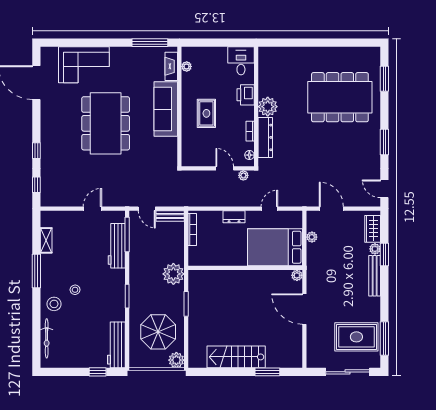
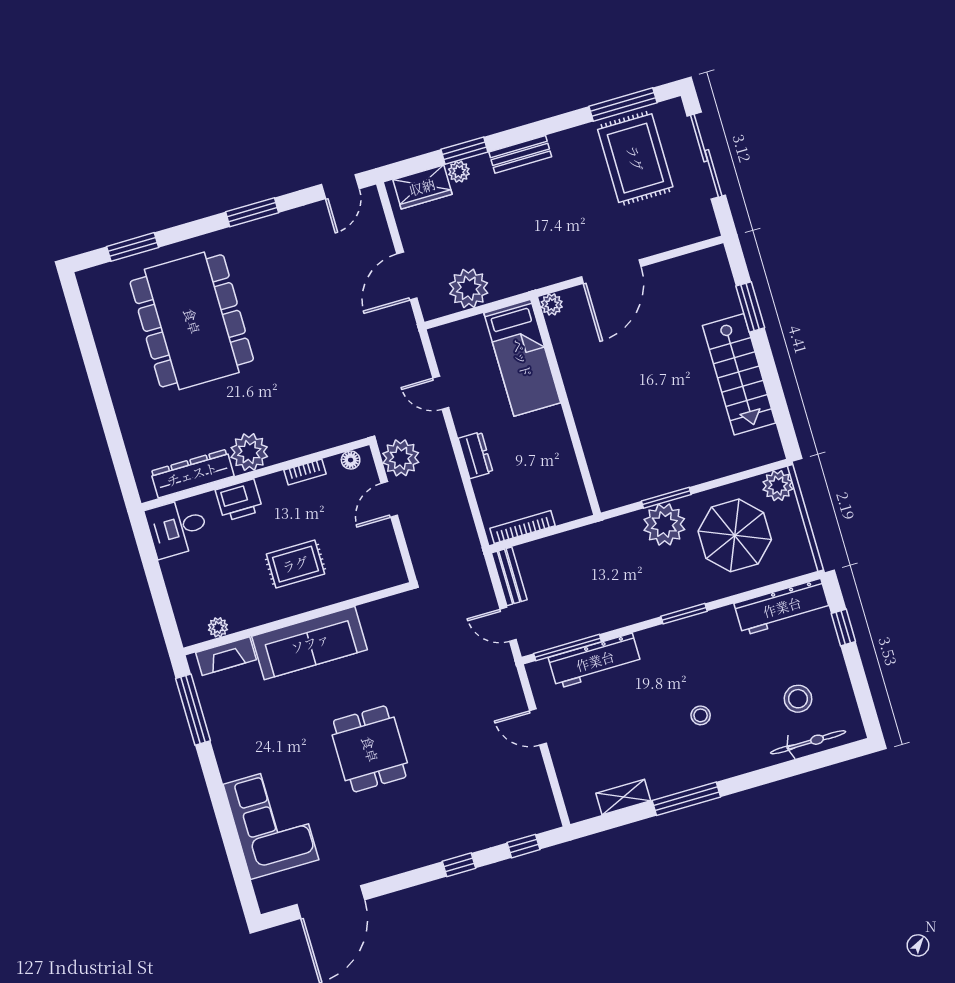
dining table: (106, 123) -> (370, 749), width x0.53, depth x0.80
dresser: (265, 137) -> (192, 474), moved
plant: (243, 175) -> (401, 458), width x1.88, depth x1.88
door: (147, 209) -> (508, 624), swing flipped
plant: (312, 237) -> (469, 288), width x1.88, depth x1.88
bed: (275, 247) -> (522, 358), width x0.67
plant: (173, 274) -> (664, 525), moved
bench: (375, 276) -> (520, 154), width x0.73
stool: (54, 304) -> (798, 699), moved

